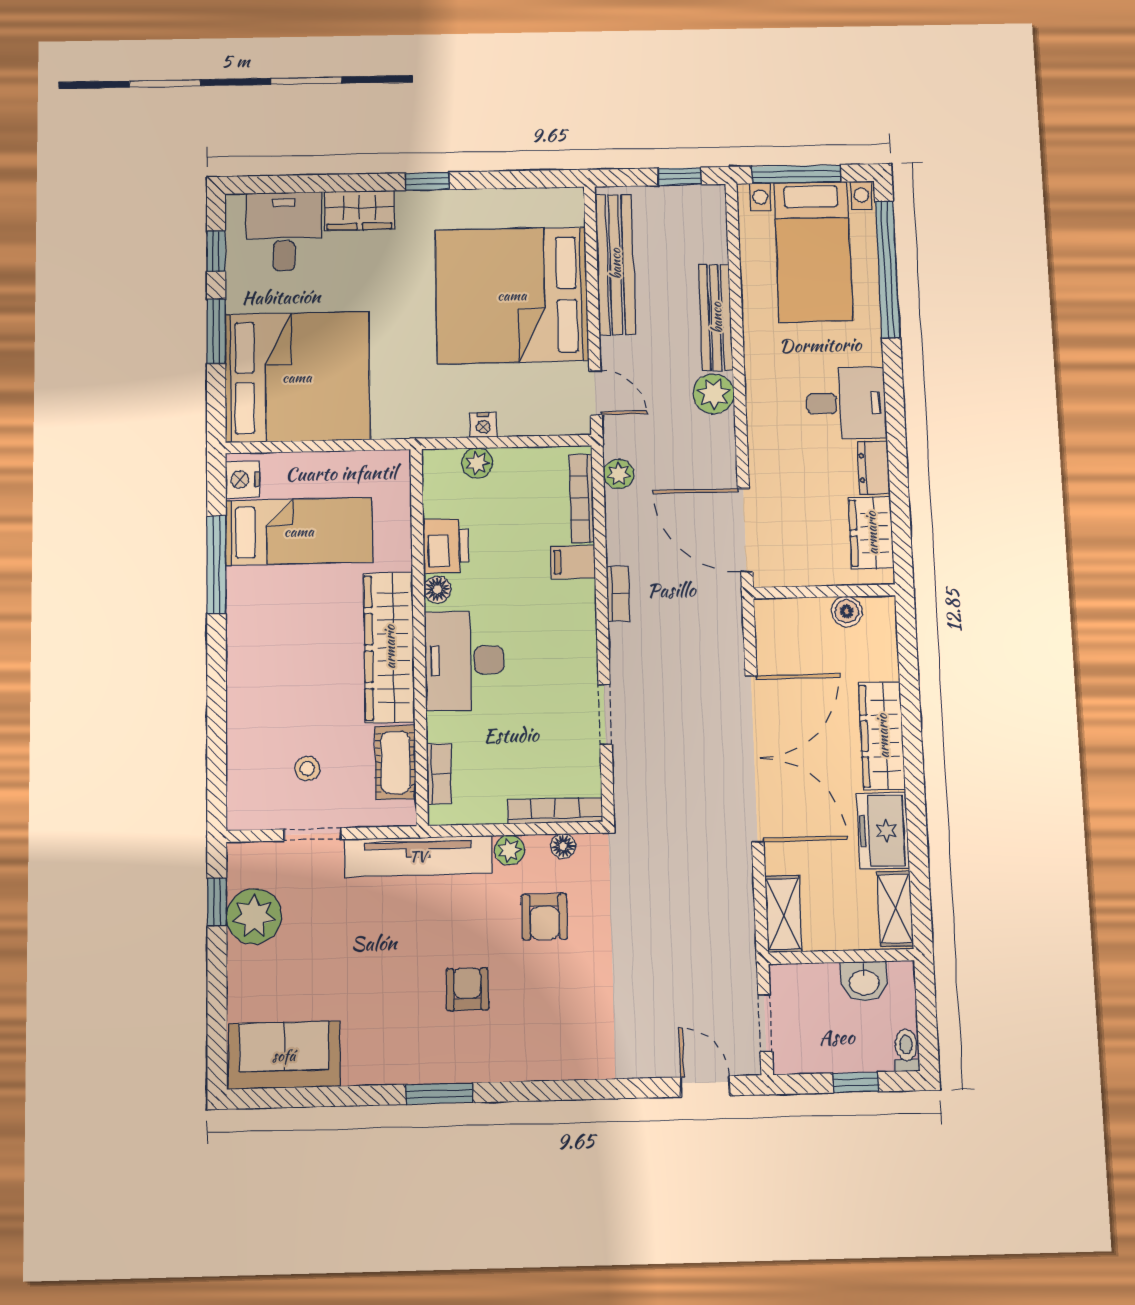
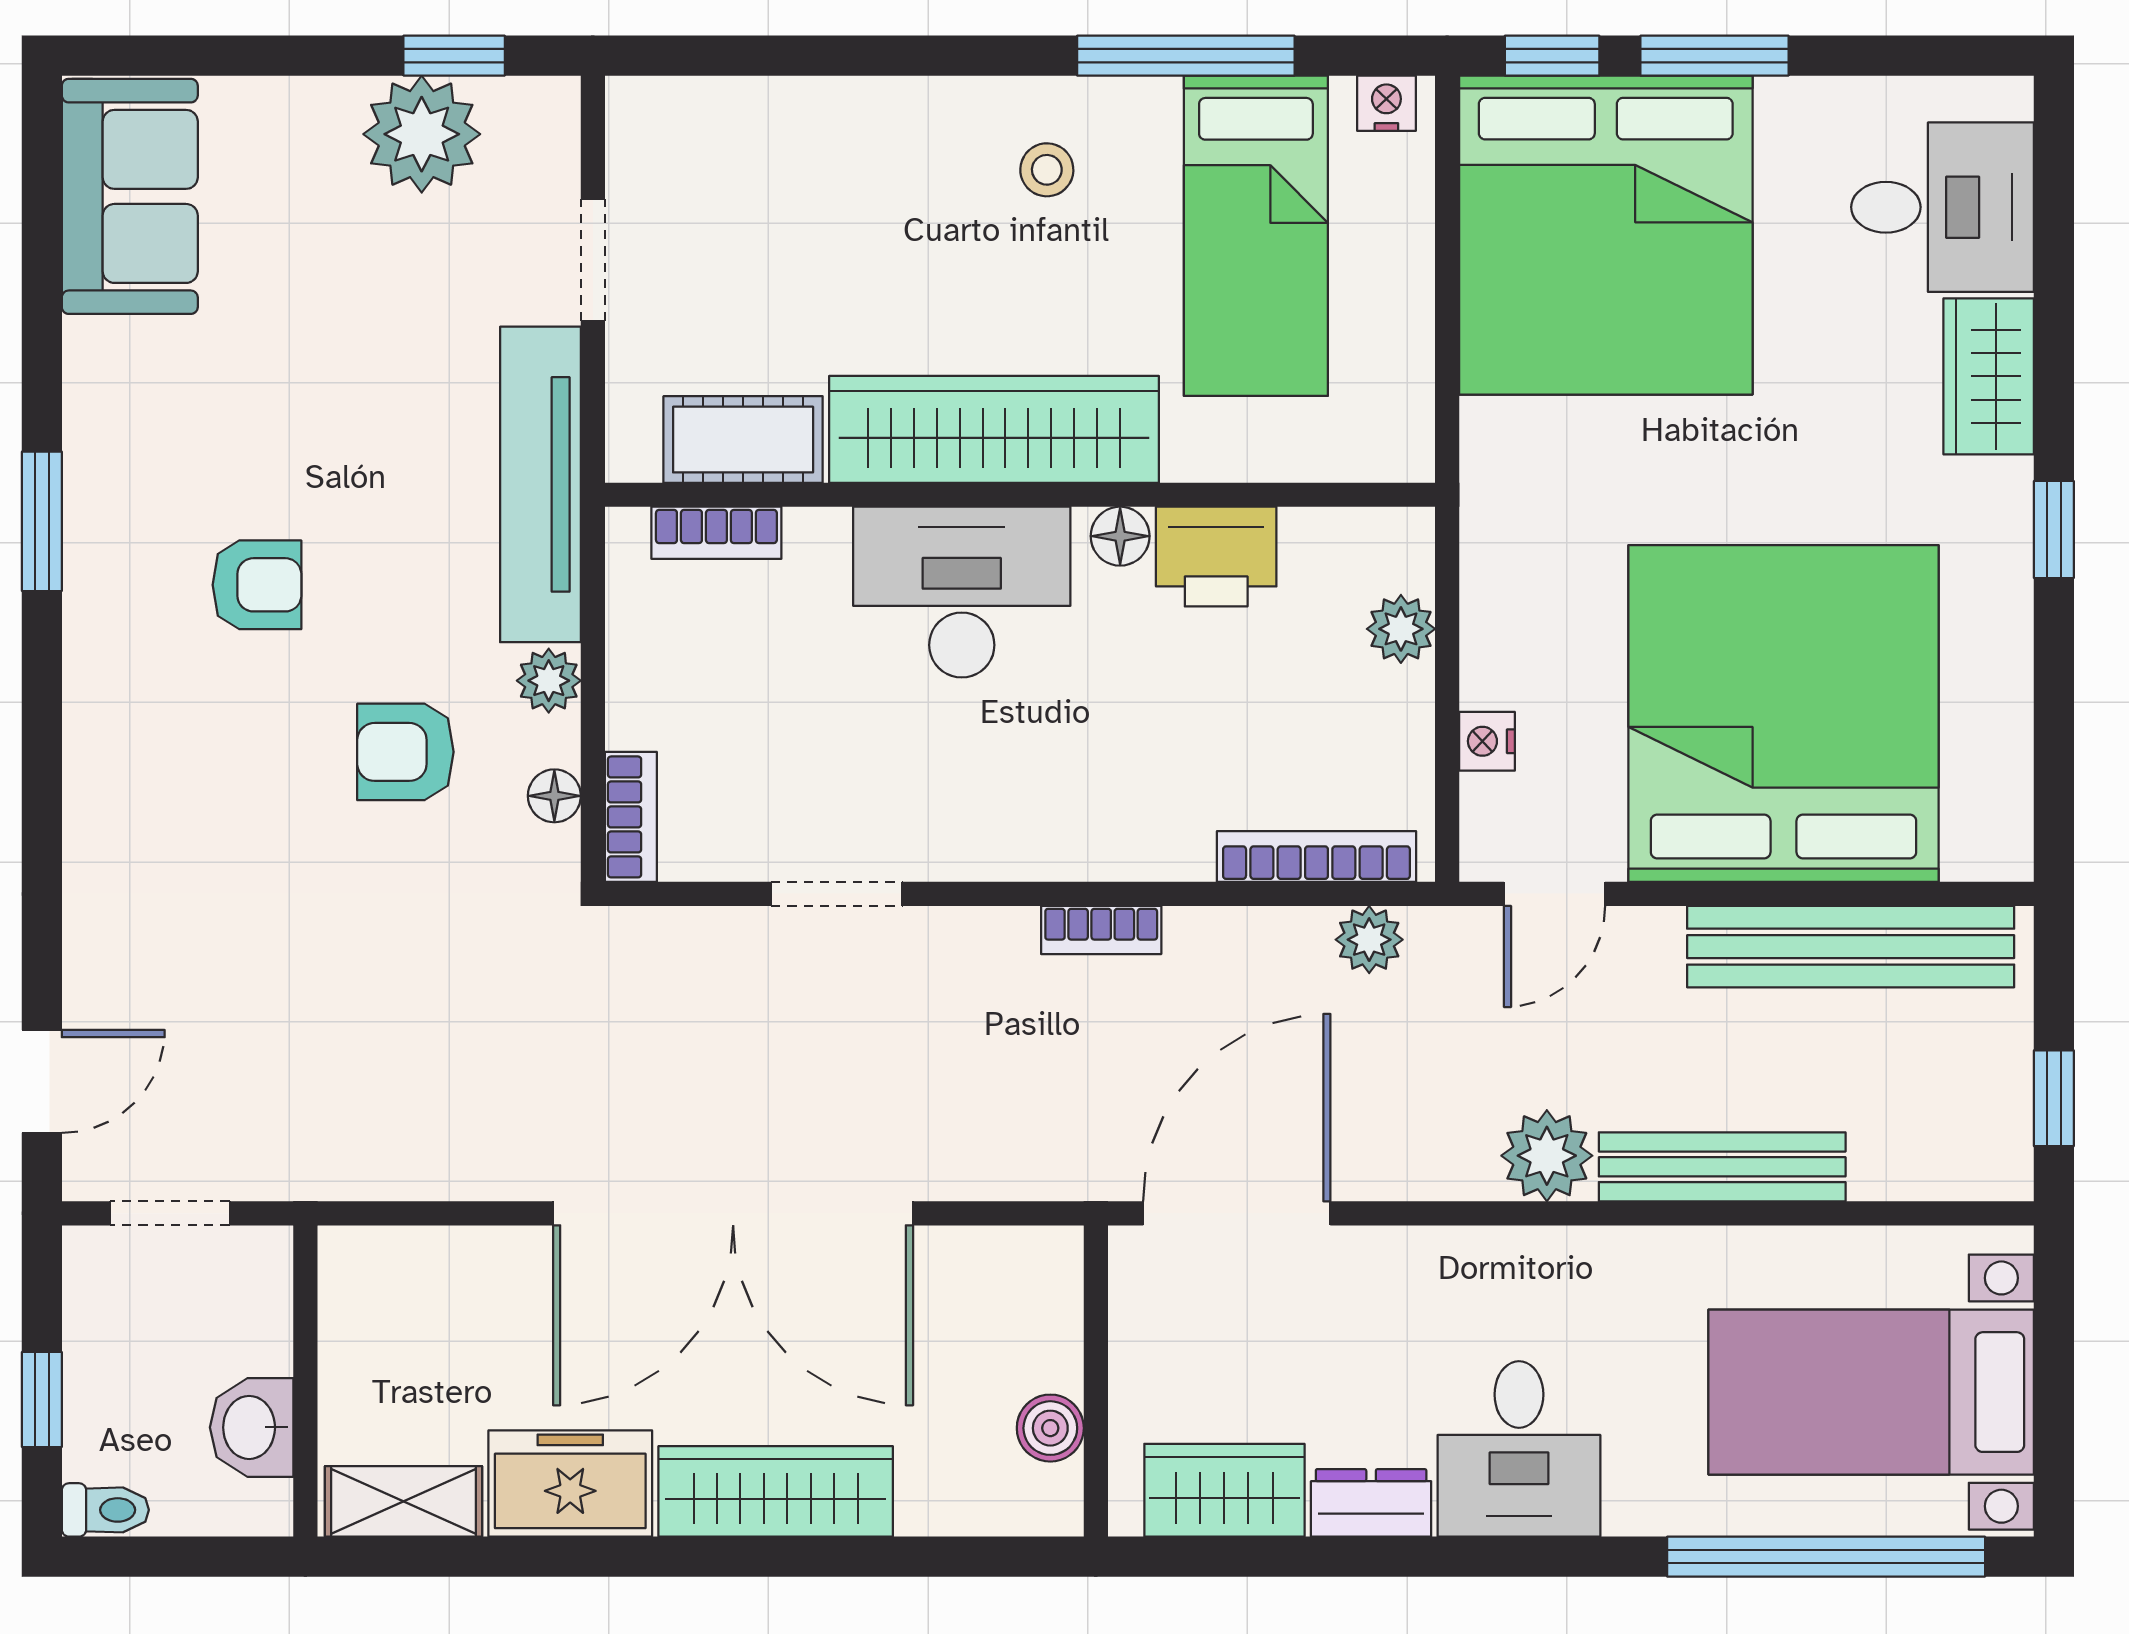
window: (796, 174) -> (2054, 1361), removed
window: (216, 251) -> (1552, 56), moved
nightstand: (483, 425) -> (1487, 741), moved
nightstand: (243, 480) -> (1386, 103), width x0.72, depth x0.74
filing cabinet: (573, 562) -> (1174, 833), removed
stool: (307, 769) -> (1047, 170), moved
bookcase: (555, 811) -> (631, 817), width x0.64
shelving: (783, 914) -> (398, 1262), removed

